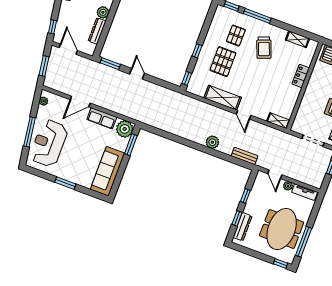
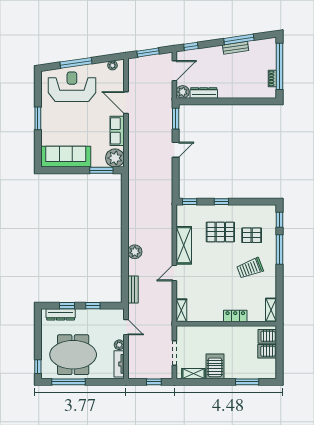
plant: (103, 12) -> (183, 92), moved
shelving: (297, 39) -> (271, 310), moved
door: (275, 174) -> (126, 327), swing flipped

